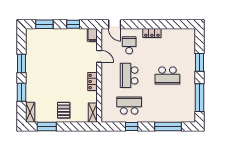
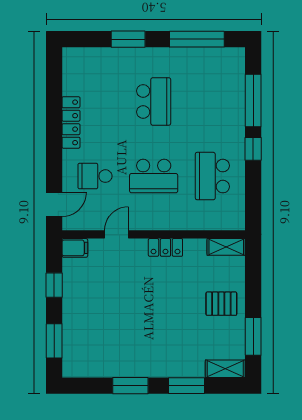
locker: (152, 33) -> (71, 122), width x1.53
window: (132, 127) -> (253, 149), moved

